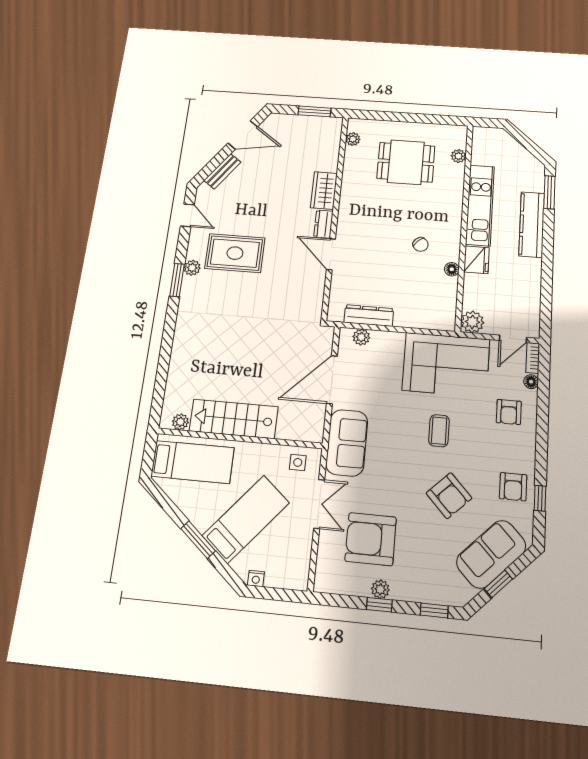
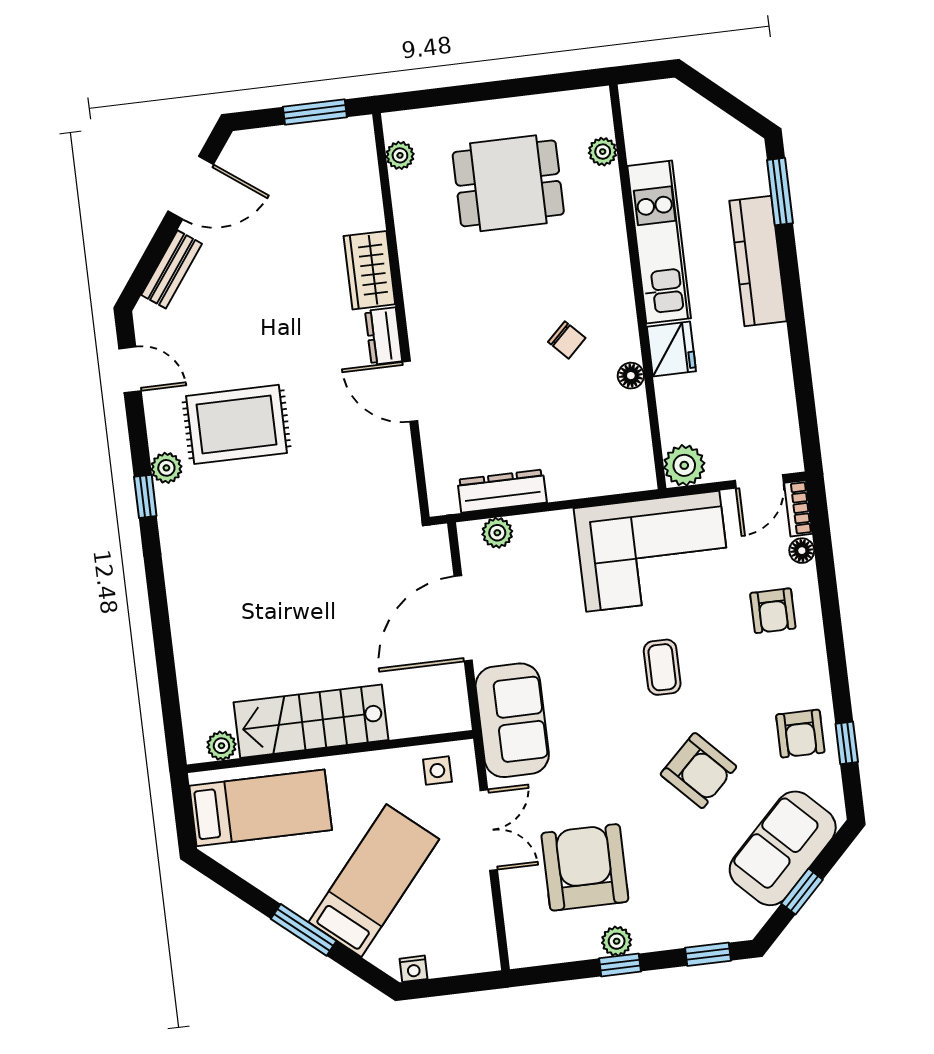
window: (177, 280) -> (145, 496), width x0.67
armchair: (371, 539) -> (585, 867), turned 90

